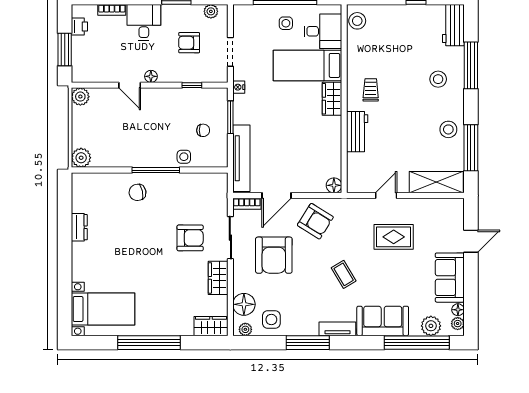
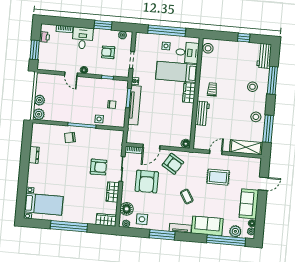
plant: (80, 97) -> (39, 100), moved
tv unit: (241, 158) -> (134, 105), moved

